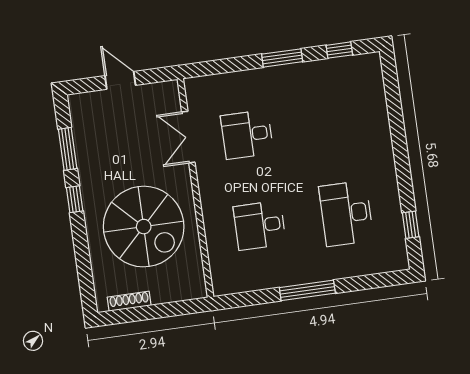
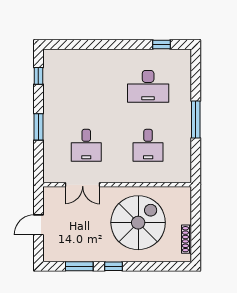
window: (282, 58) -> (38, 127), moved

